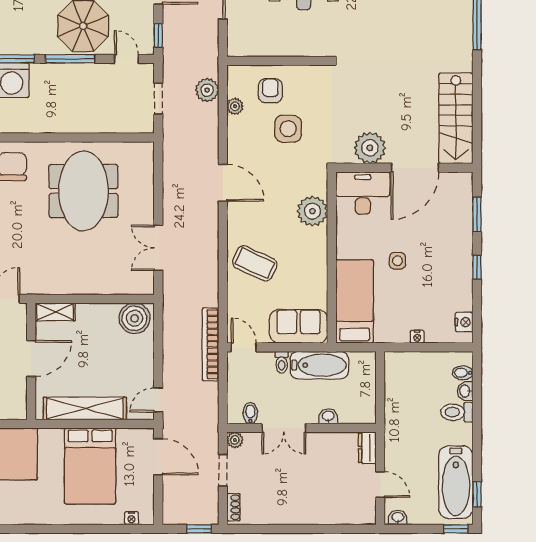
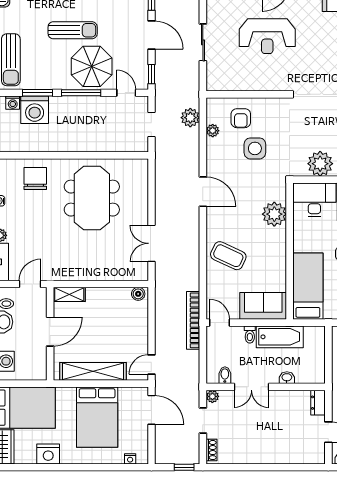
armchair: (270, 91) -> (241, 118), turned 180
boiler: (135, 318) -> (138, 294), width x0.54, depth x0.54
nightstand: (29, 512) -> (48, 454), added

